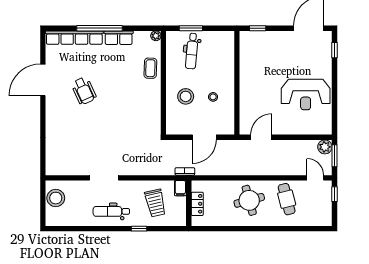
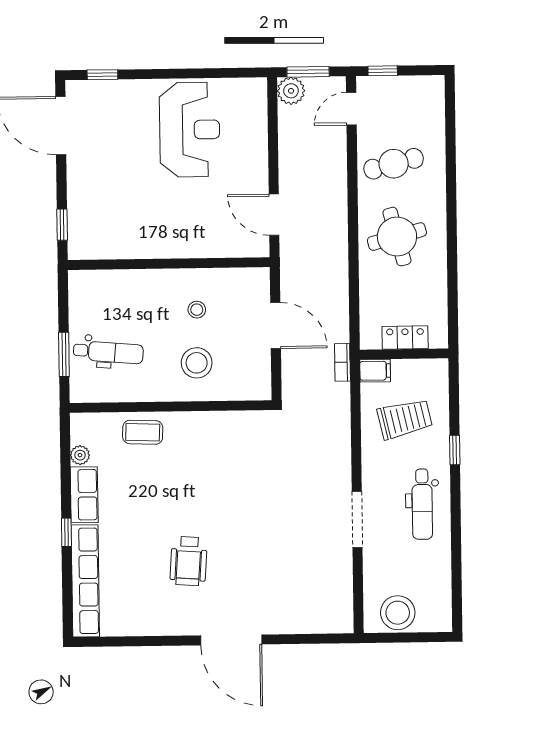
window: (99, 28) -> (66, 532), width x0.32
plant: (156, 36) -> (80, 455), moved
door: (43, 80) -> (231, 640), moved
wheelchair: (84, 91) -> (189, 561), turned 118

